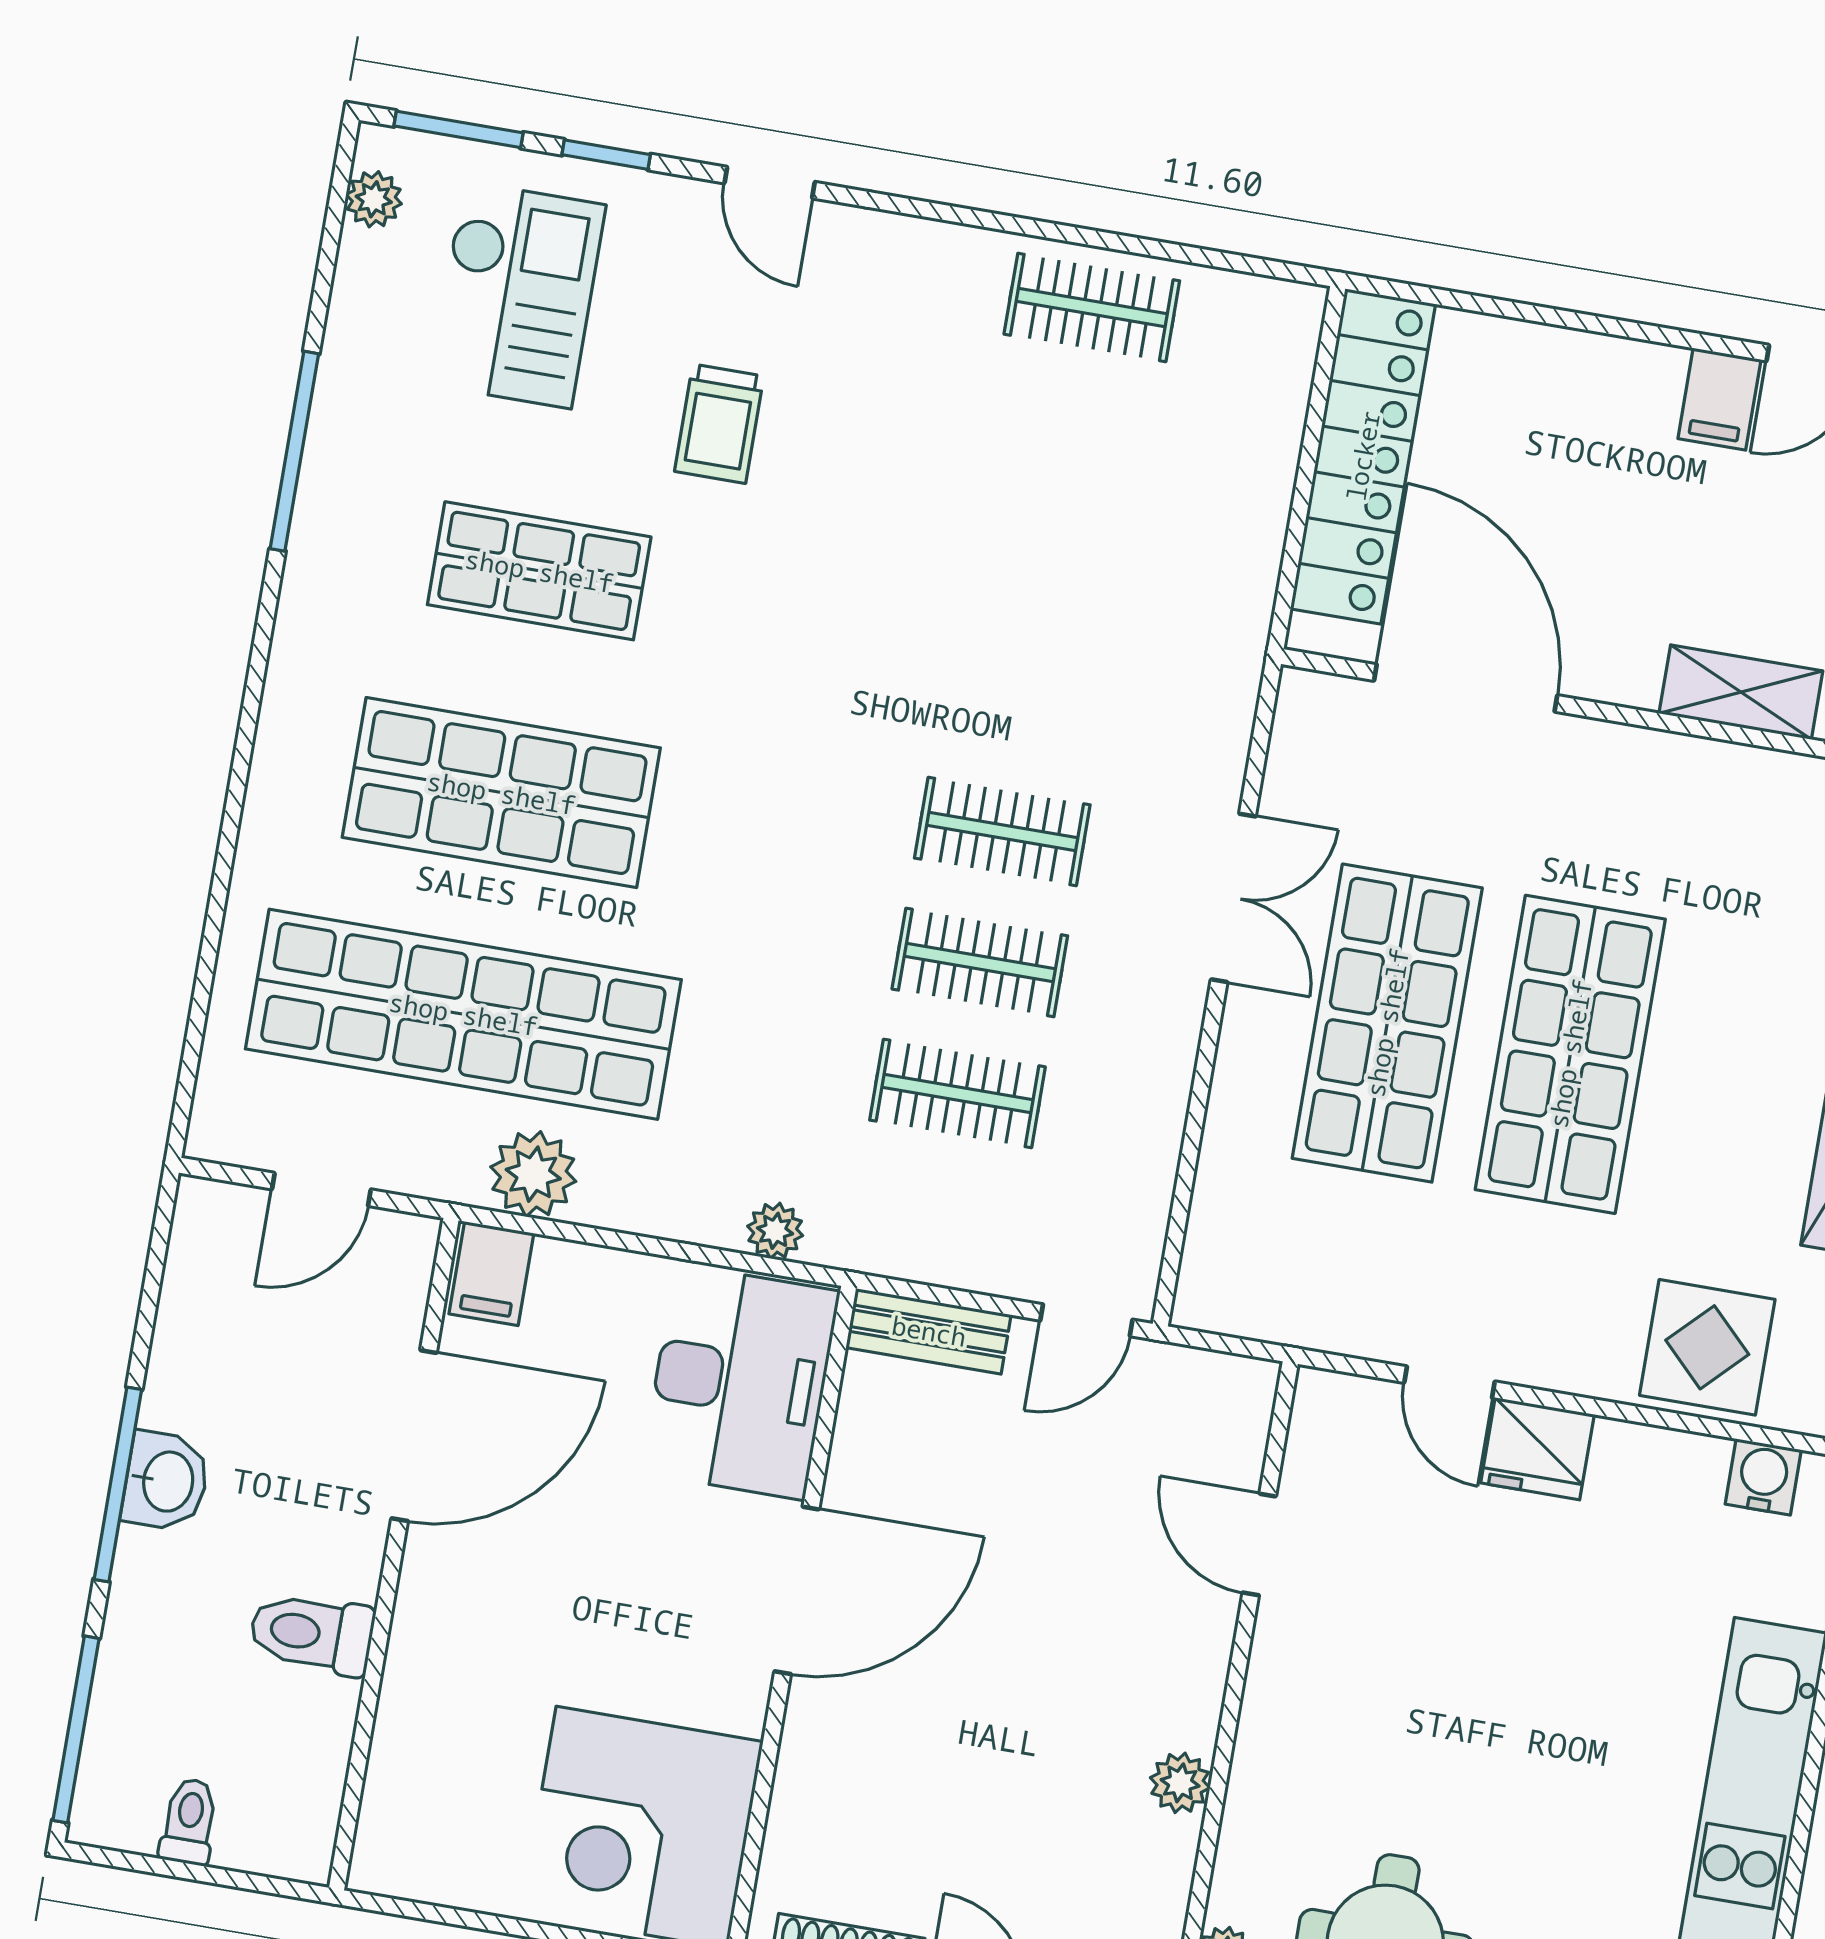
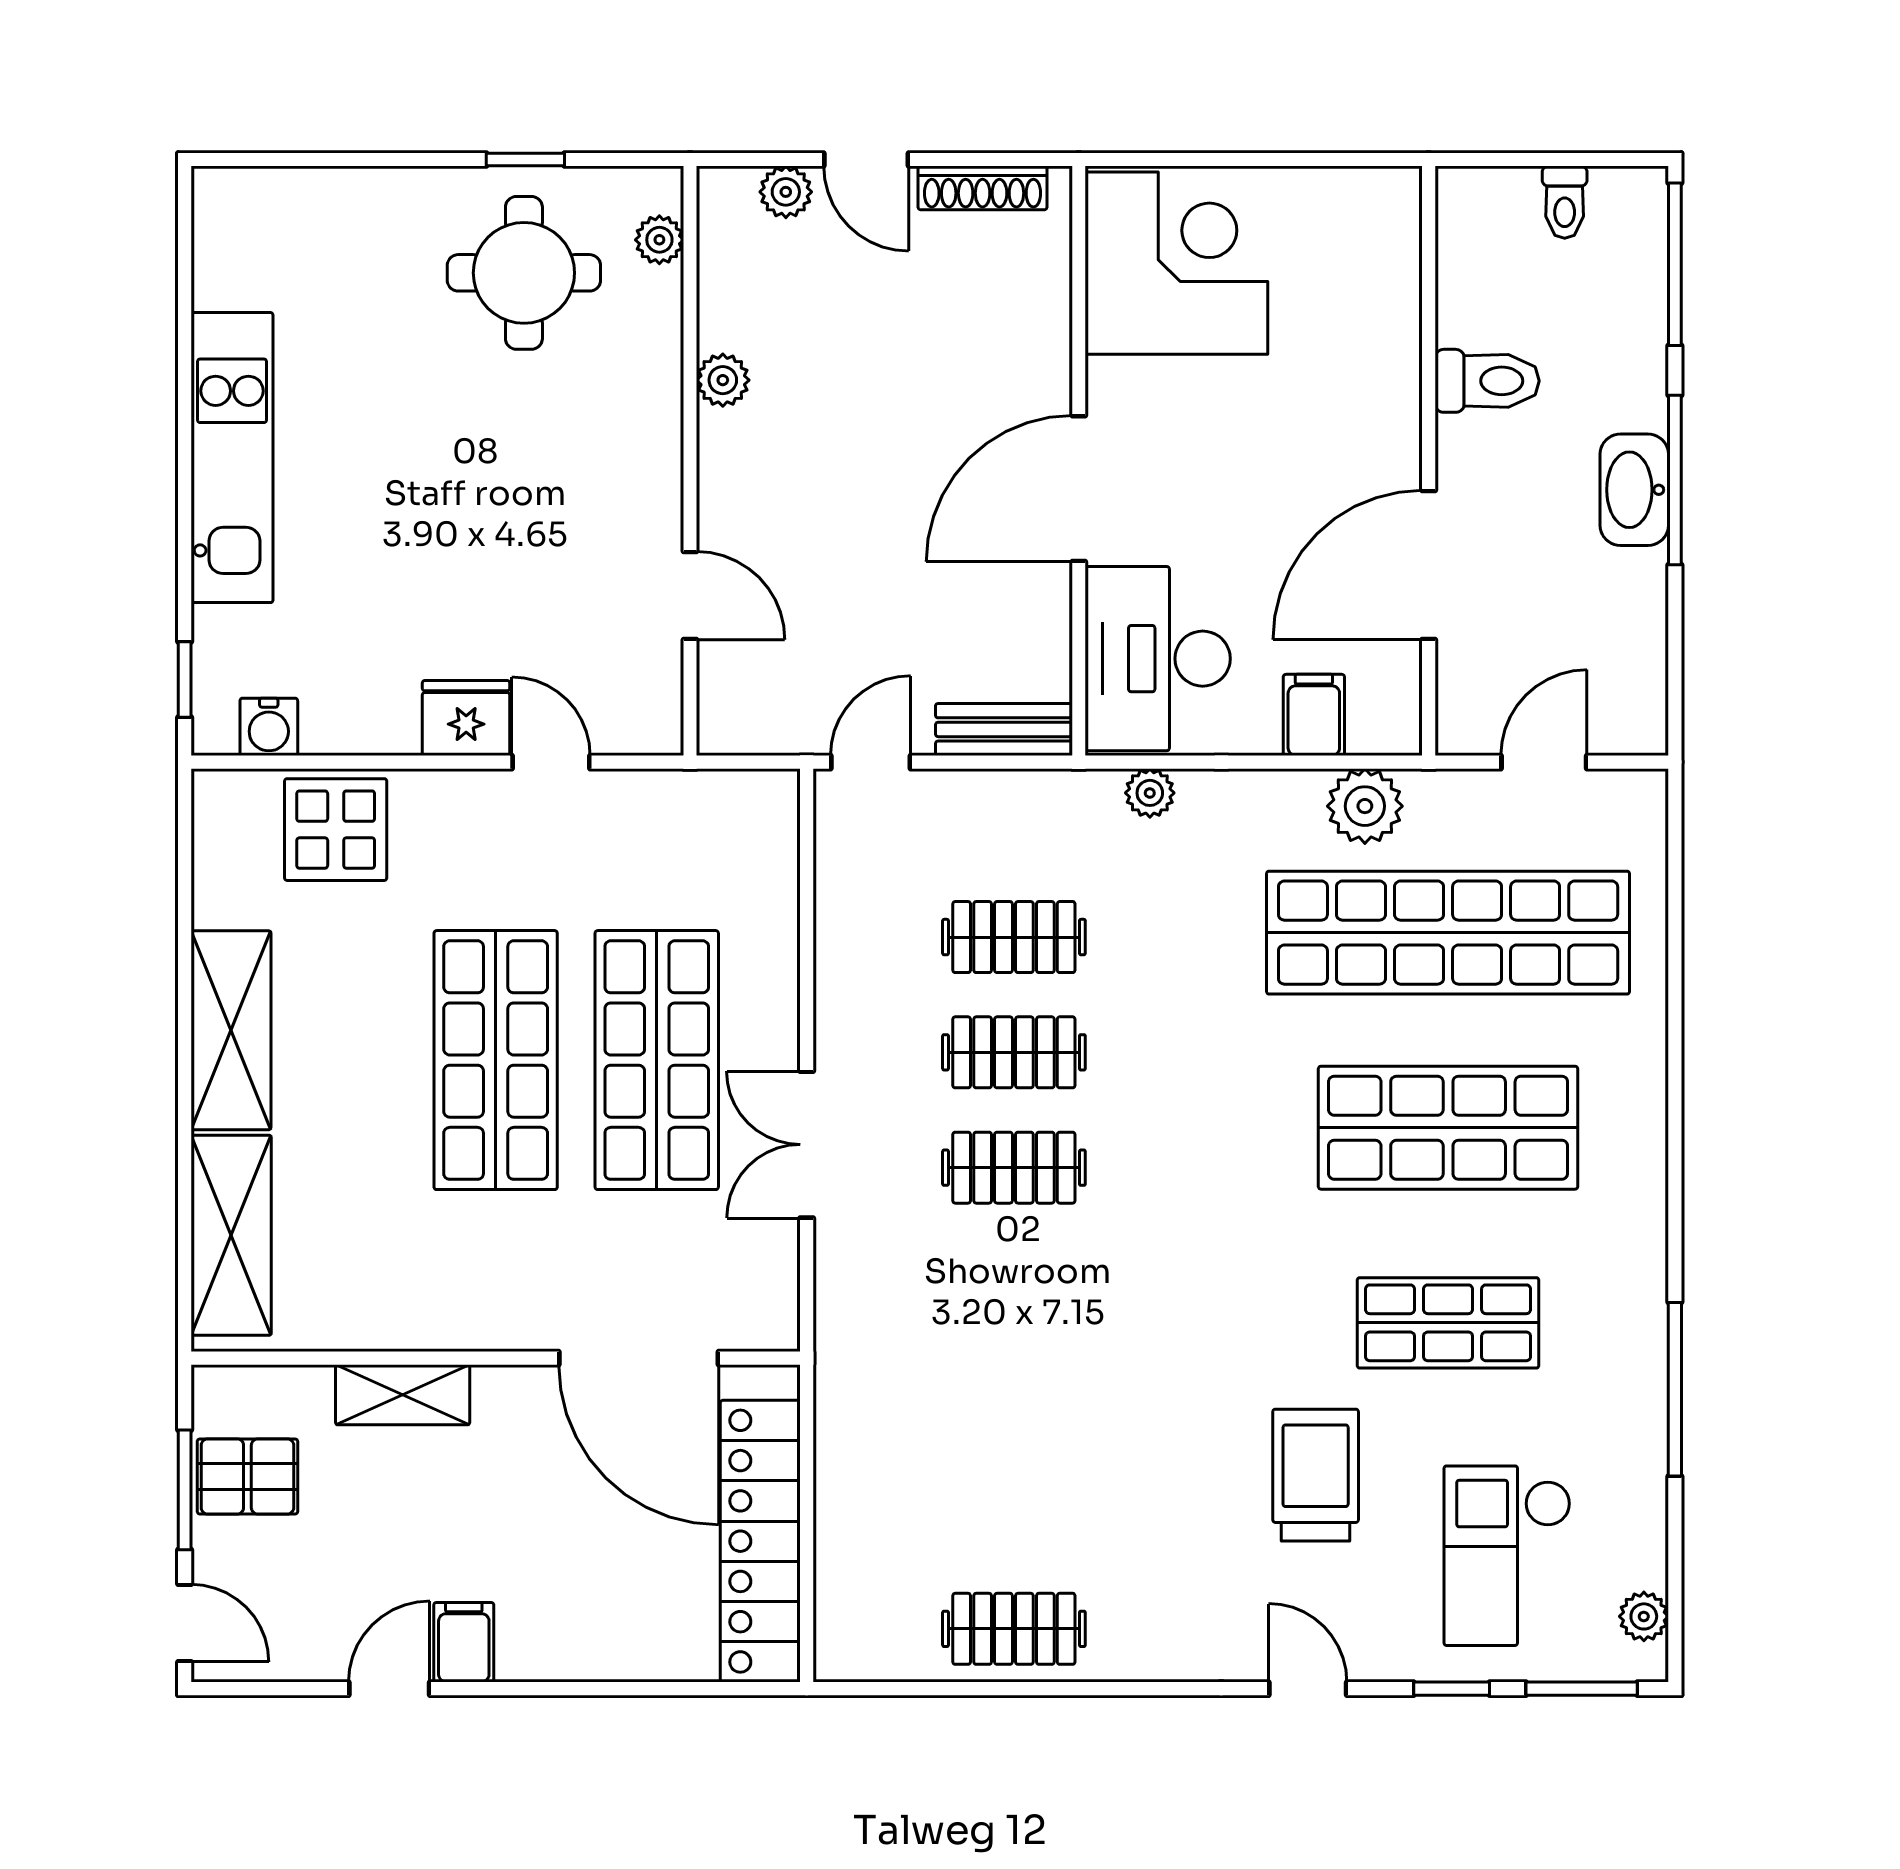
trolley: (719, 424) -> (1316, 1475), width x1.36, depth x1.39
filing cabinet: (491, 1274) -> (1314, 715), moved
washbasin: (166, 1481) -> (1634, 490), width x1.38

